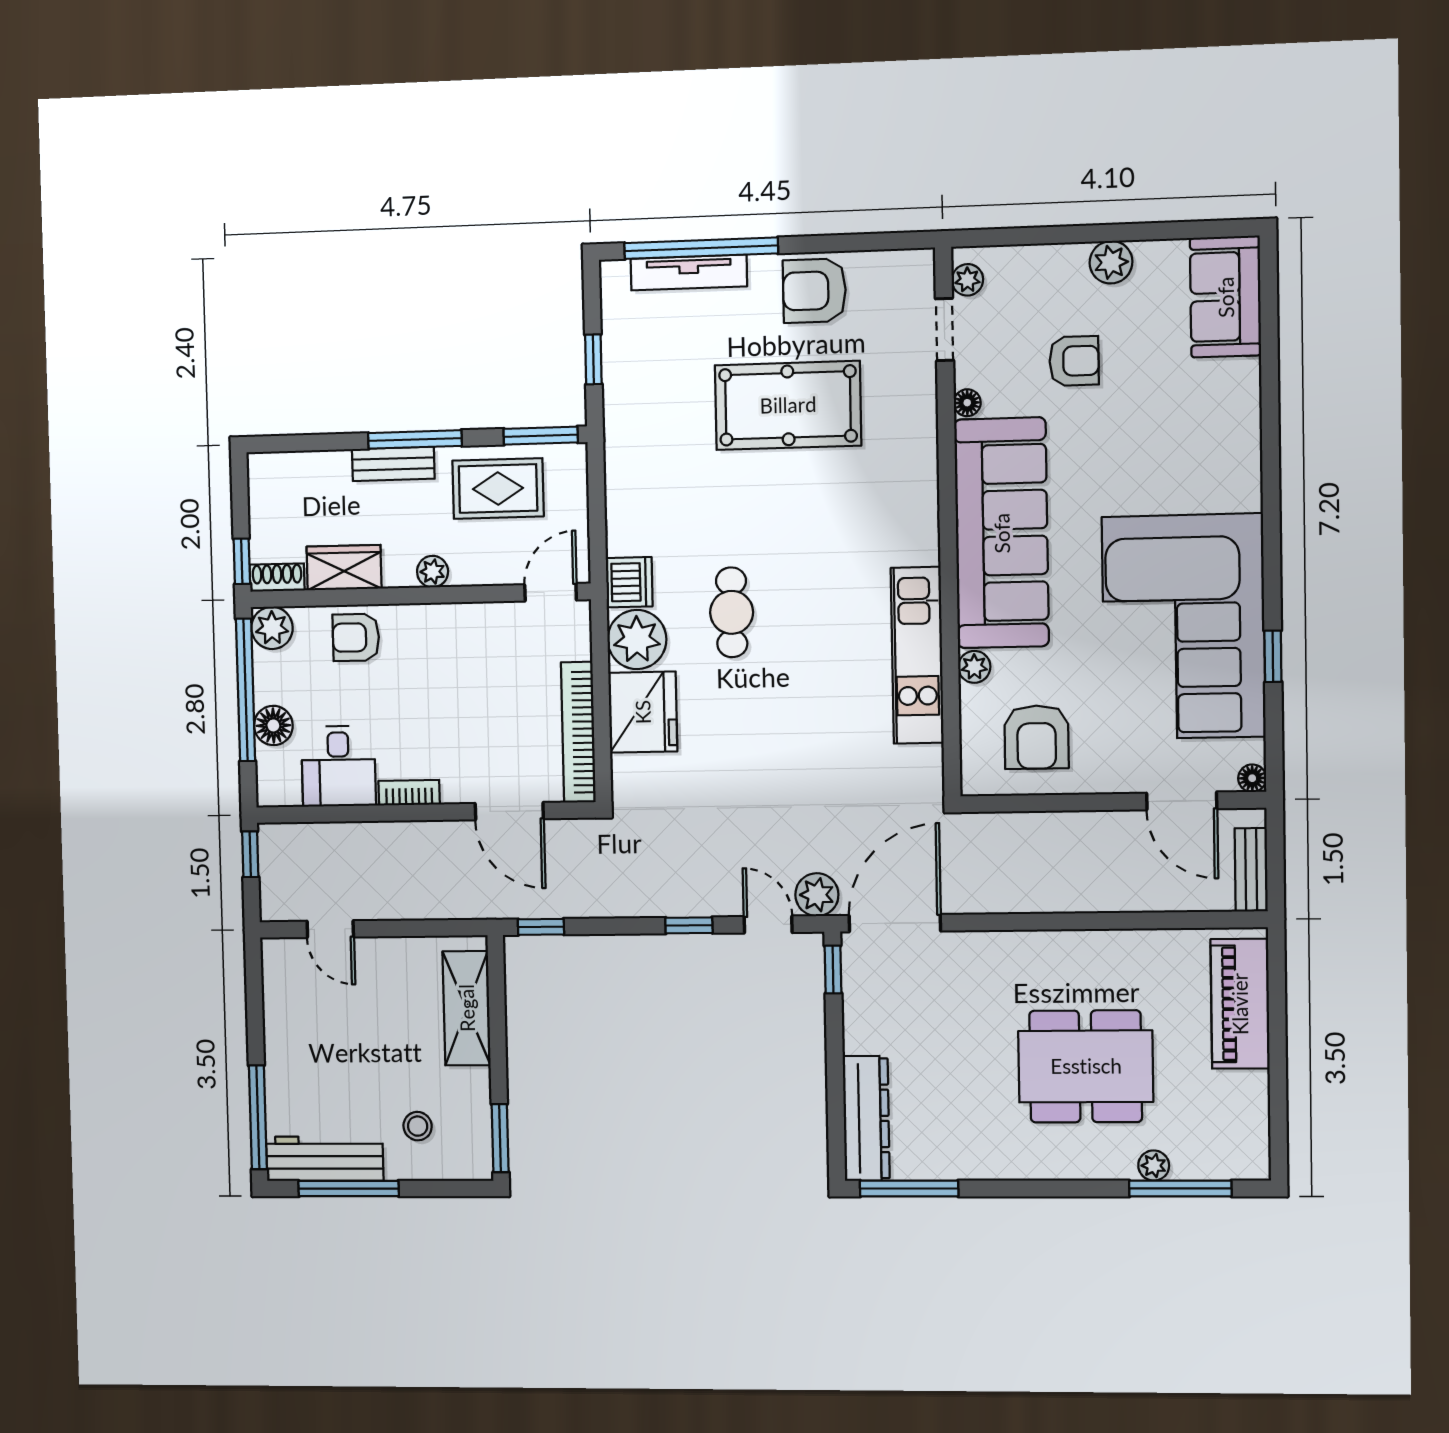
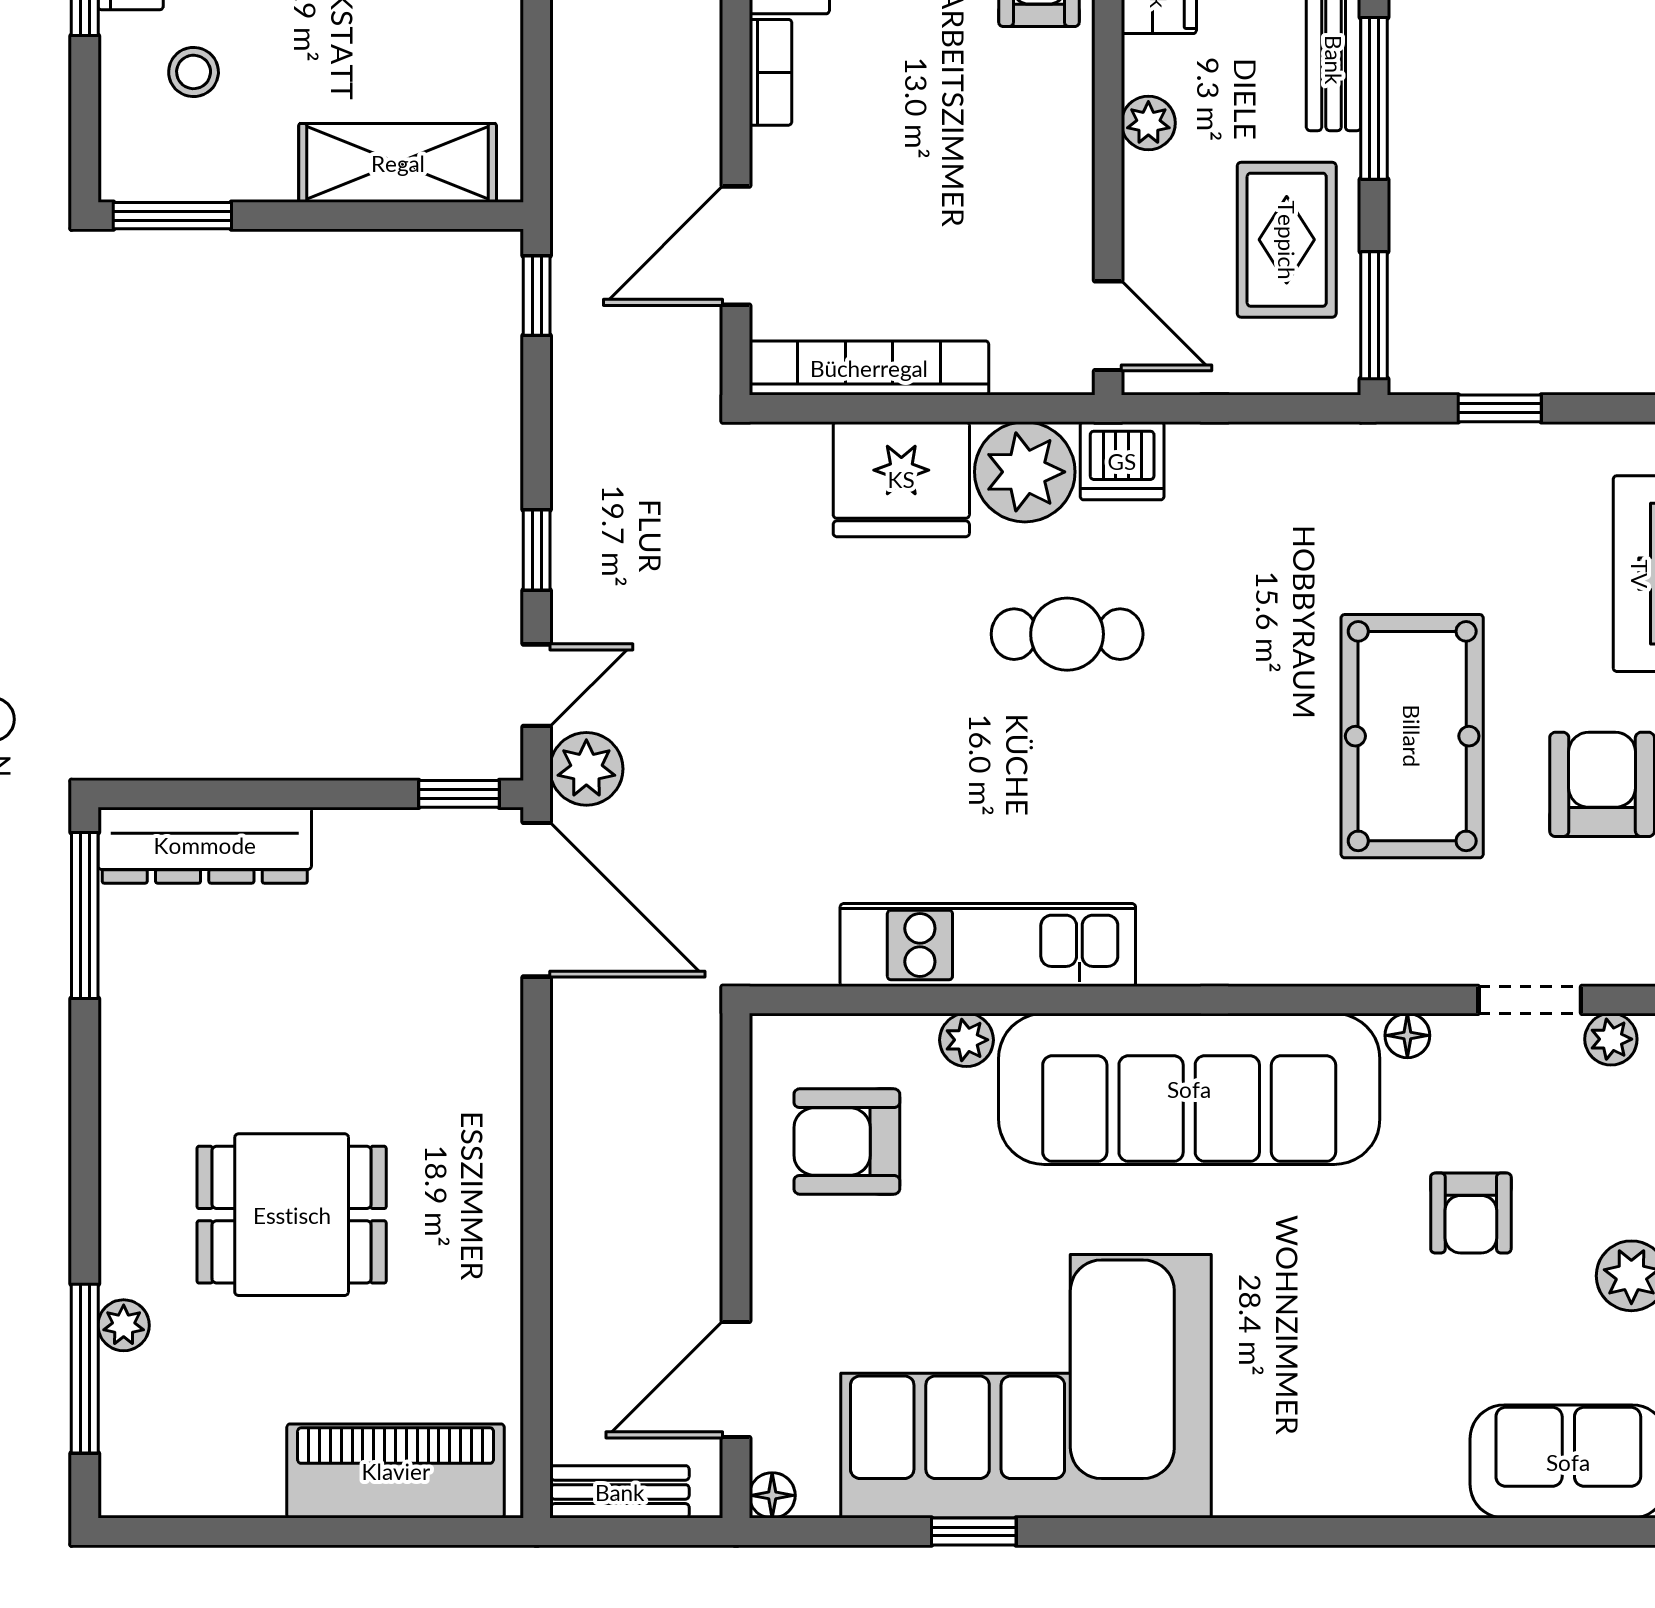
dining table: (1086, 1066) -> (292, 1215), width x0.73

